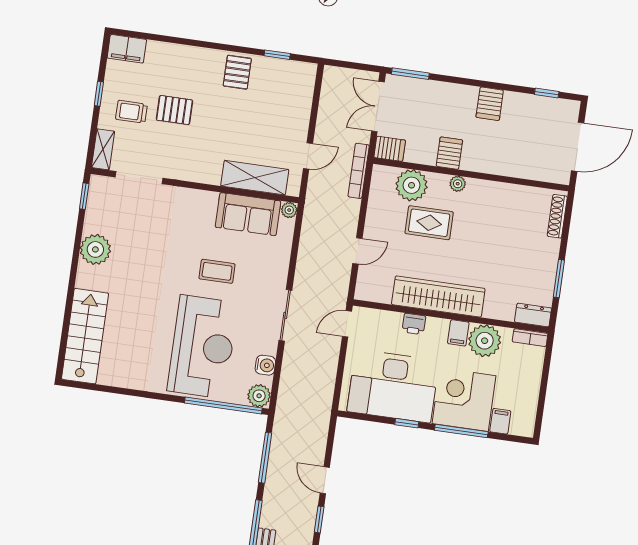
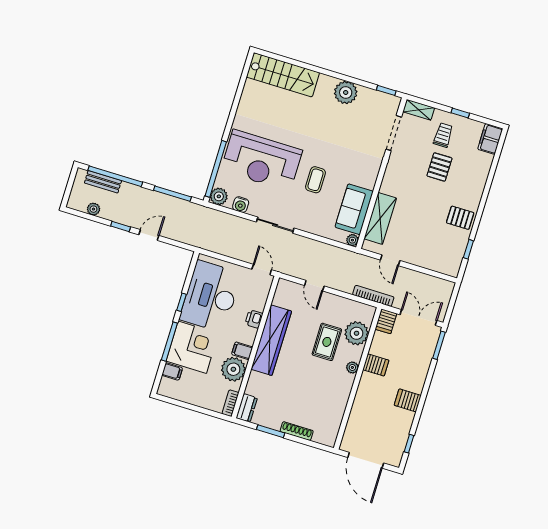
shoe rack: (557, 216) -> (297, 431), moved

